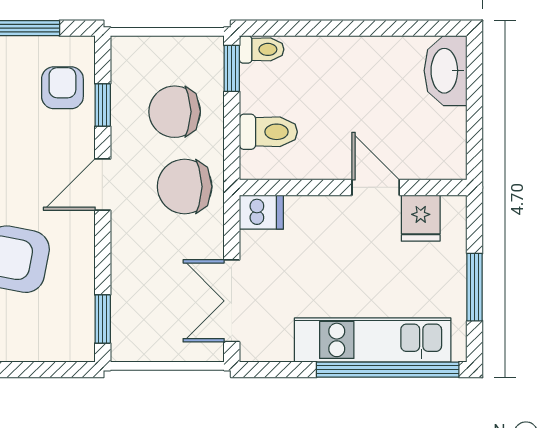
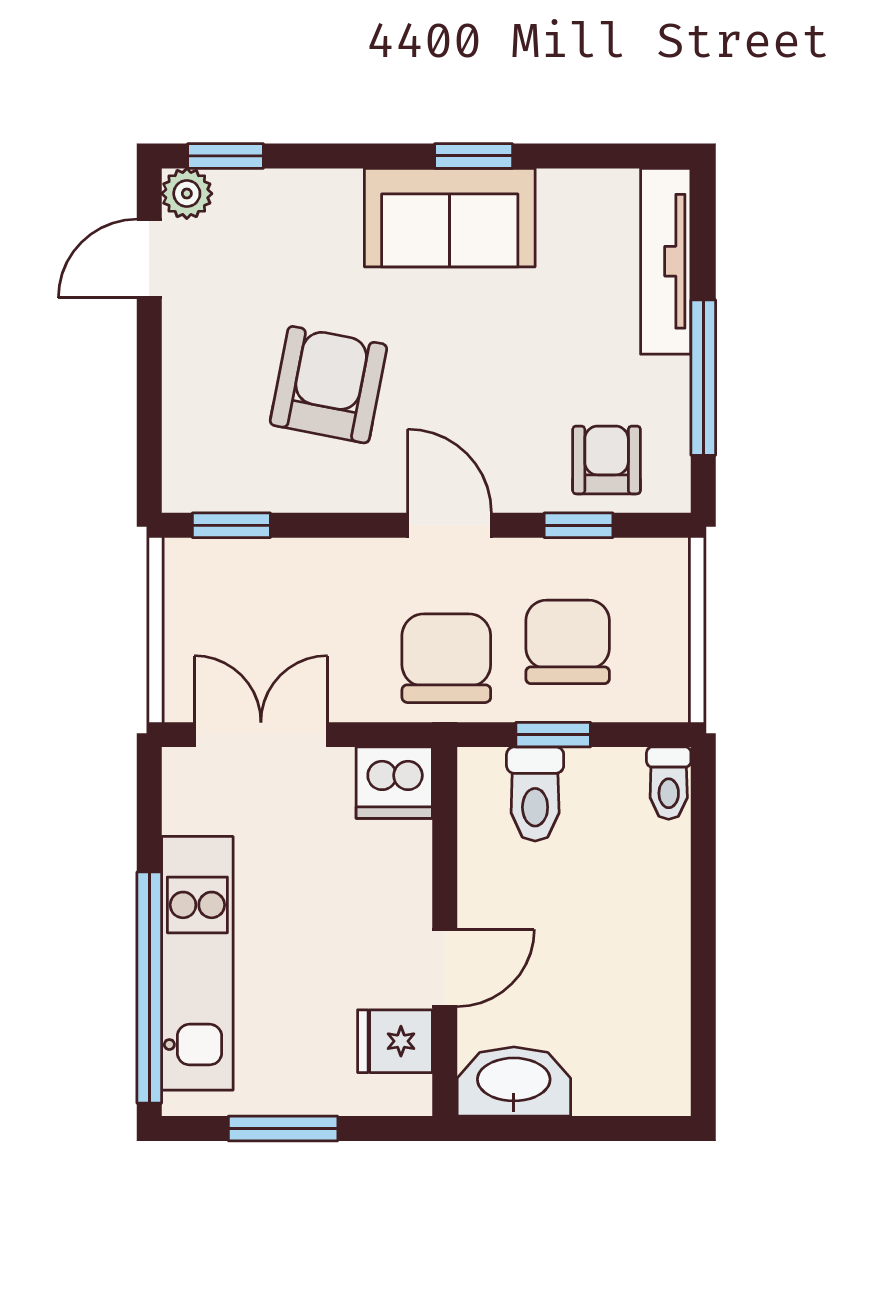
window: (232, 68) -> (553, 735), moved
washbasin: (446, 71) -> (514, 1082), moved
armchair: (62, 88) -> (607, 460), turned -90
dishwasher: (261, 212) -> (394, 783), width x1.38

